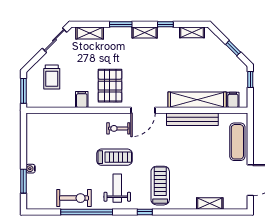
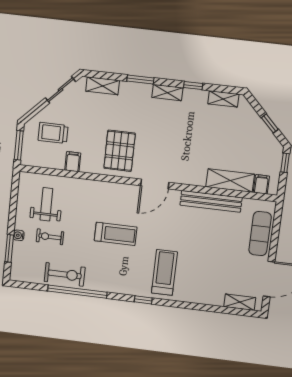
trolley: (52, 77) -> (53, 133), turned 90
filing cabinet: (82, 100) -> (73, 162), moved
shelving: (197, 100) -> (230, 181), width x0.68
exercise bike: (118, 128) -> (50, 237), moved
weight bench: (117, 188) -> (46, 204), moved
shelving: (210, 203) -> (240, 302), moved

